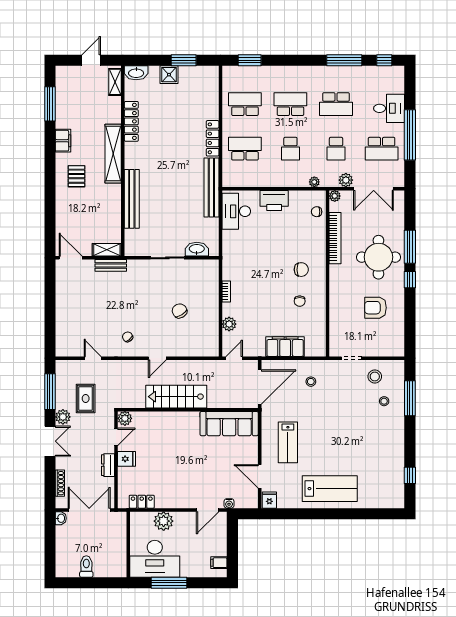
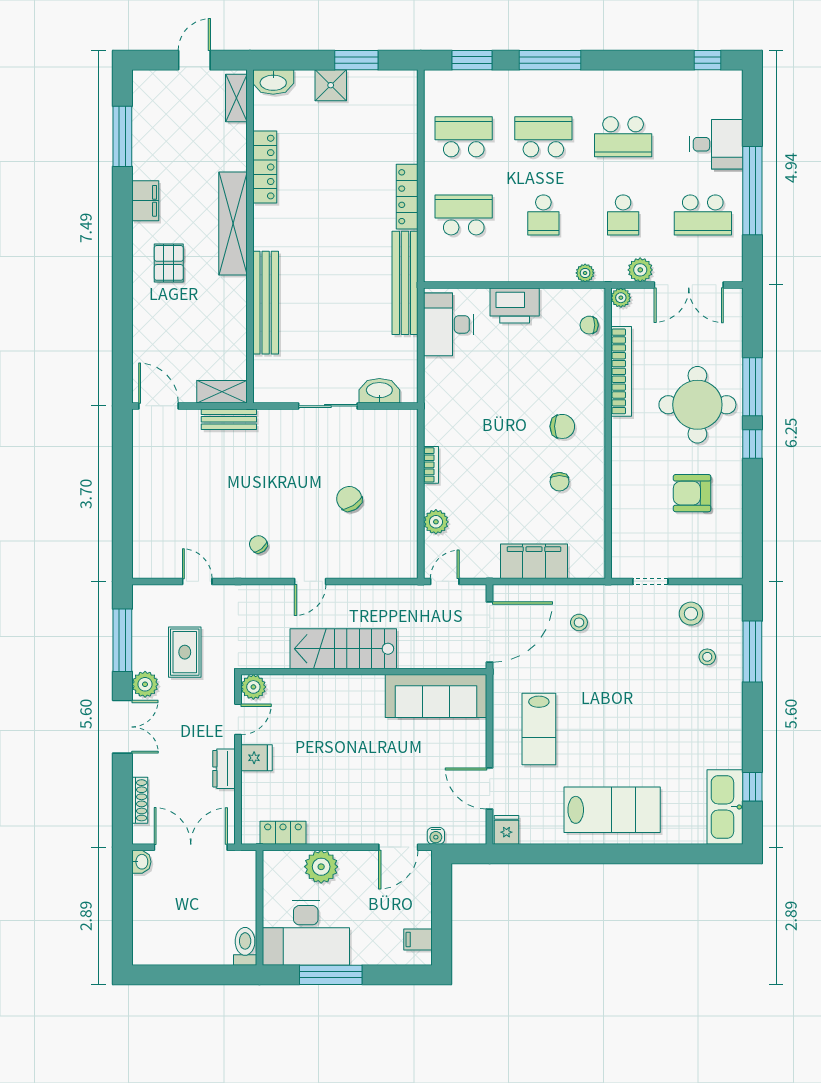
window: (344, 60) -> (550, 60), moved
kitchen sink: (394, 487) -> (725, 807), added
toilet: (86, 567) -> (245, 946), moved

